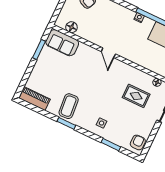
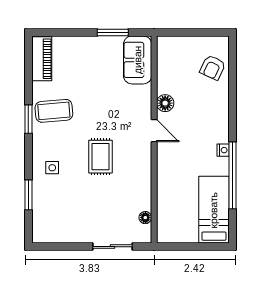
floor lamp: (71, 27) -> (165, 103), moved
door: (108, 53) -> (154, 131), swing flipped
rug: (136, 96) -> (101, 157), moved
armchair: (138, 142) -> (49, 231), removed

